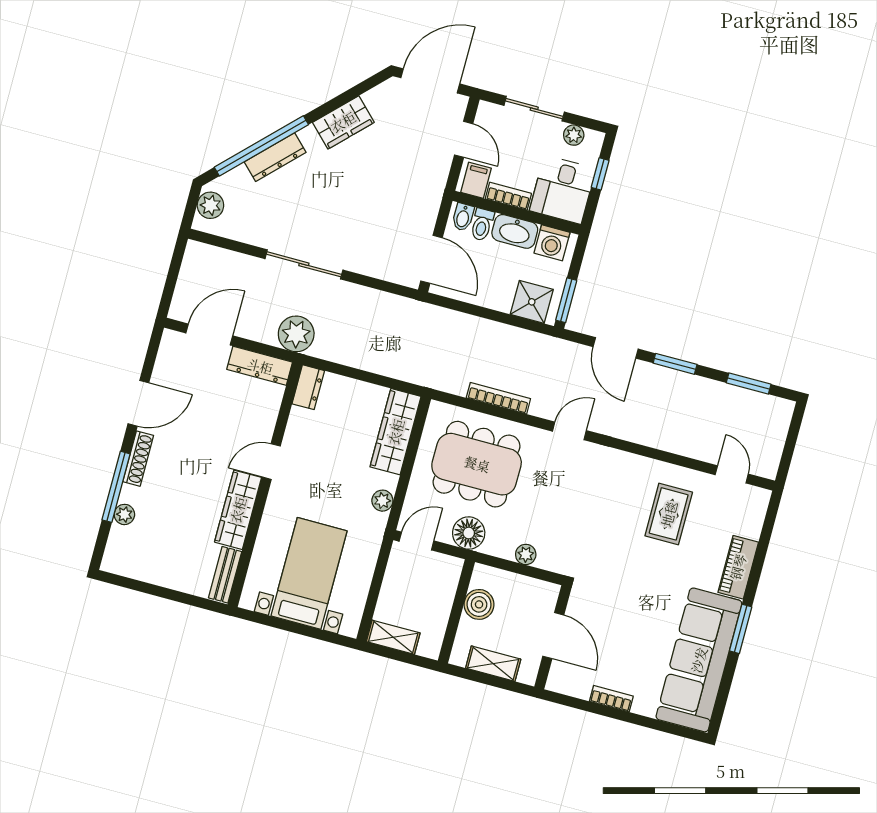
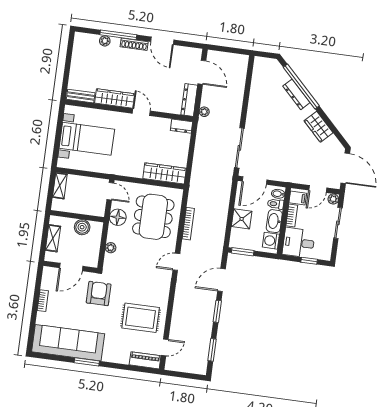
plant: (574, 135) -> (333, 199), moved
plant: (210, 205) -> (268, 65), removed
sliding door: (304, 264) -> (239, 148), moved
shower: (532, 302) -> (242, 219), moved
plant: (296, 334) -> (204, 112), width x0.53, depth x0.53
door: (569, 431) -> (176, 262), swing flipped
plant: (382, 501) -> (129, 171), removed
rug: (669, 514) -> (141, 318), width x1.36, depth x1.43
piano: (738, 567) -> (145, 360), moved
armchair: (611, 589) -> (99, 294), added

